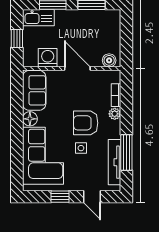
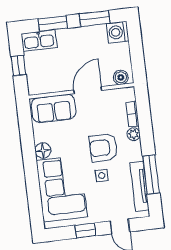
washing machine: (48, 58) -> (118, 32), moved, turned -90
door: (77, 68) -> (88, 90), hinge flipped
sofa: (34, 90) -> (54, 108), moved, turned 90

